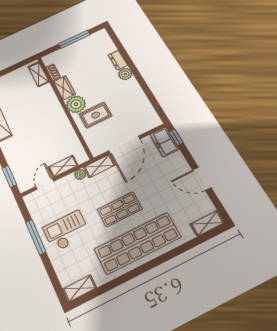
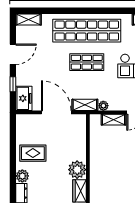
rug: (96, 115) -> (33, 153), moved
window: (176, 137) -> (13, 84), moved
door: (124, 145) -> (56, 112), hinge flipped
door: (202, 179) -> (13, 54), hinge flipped

